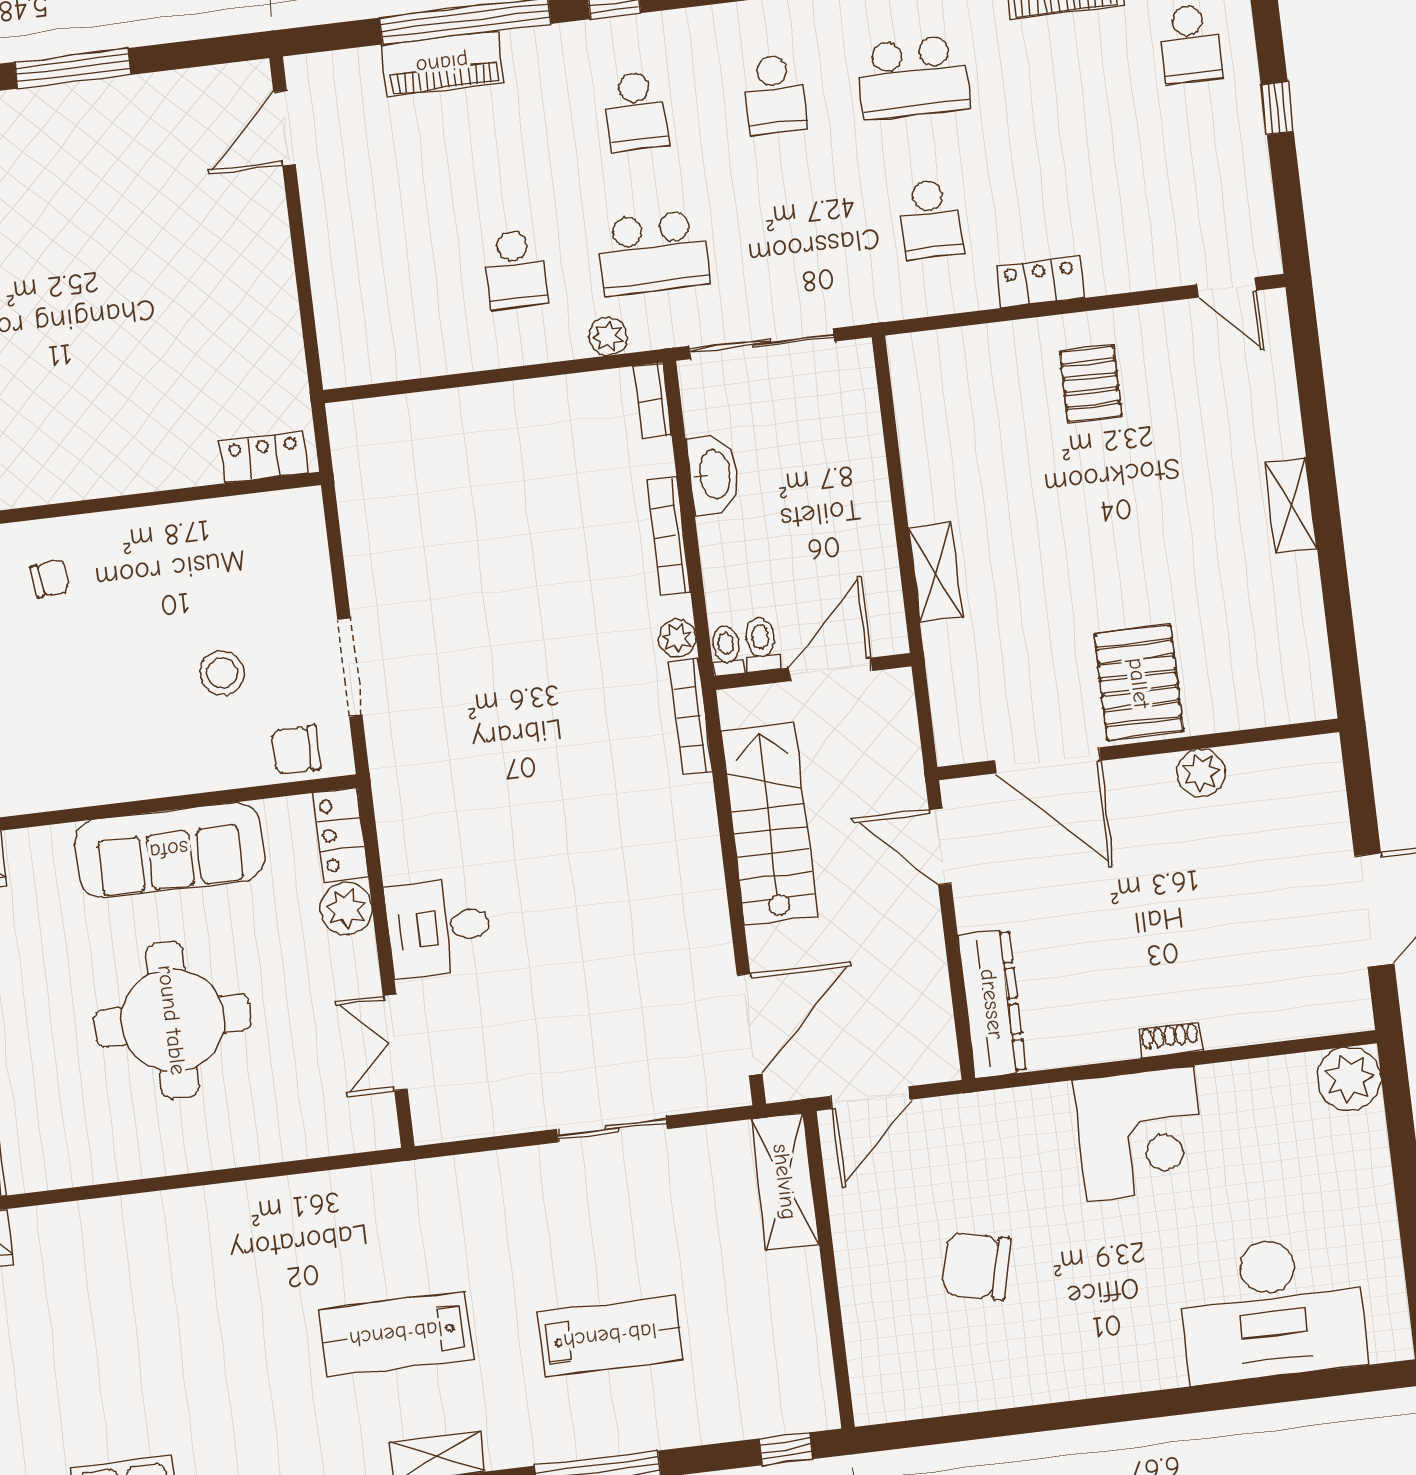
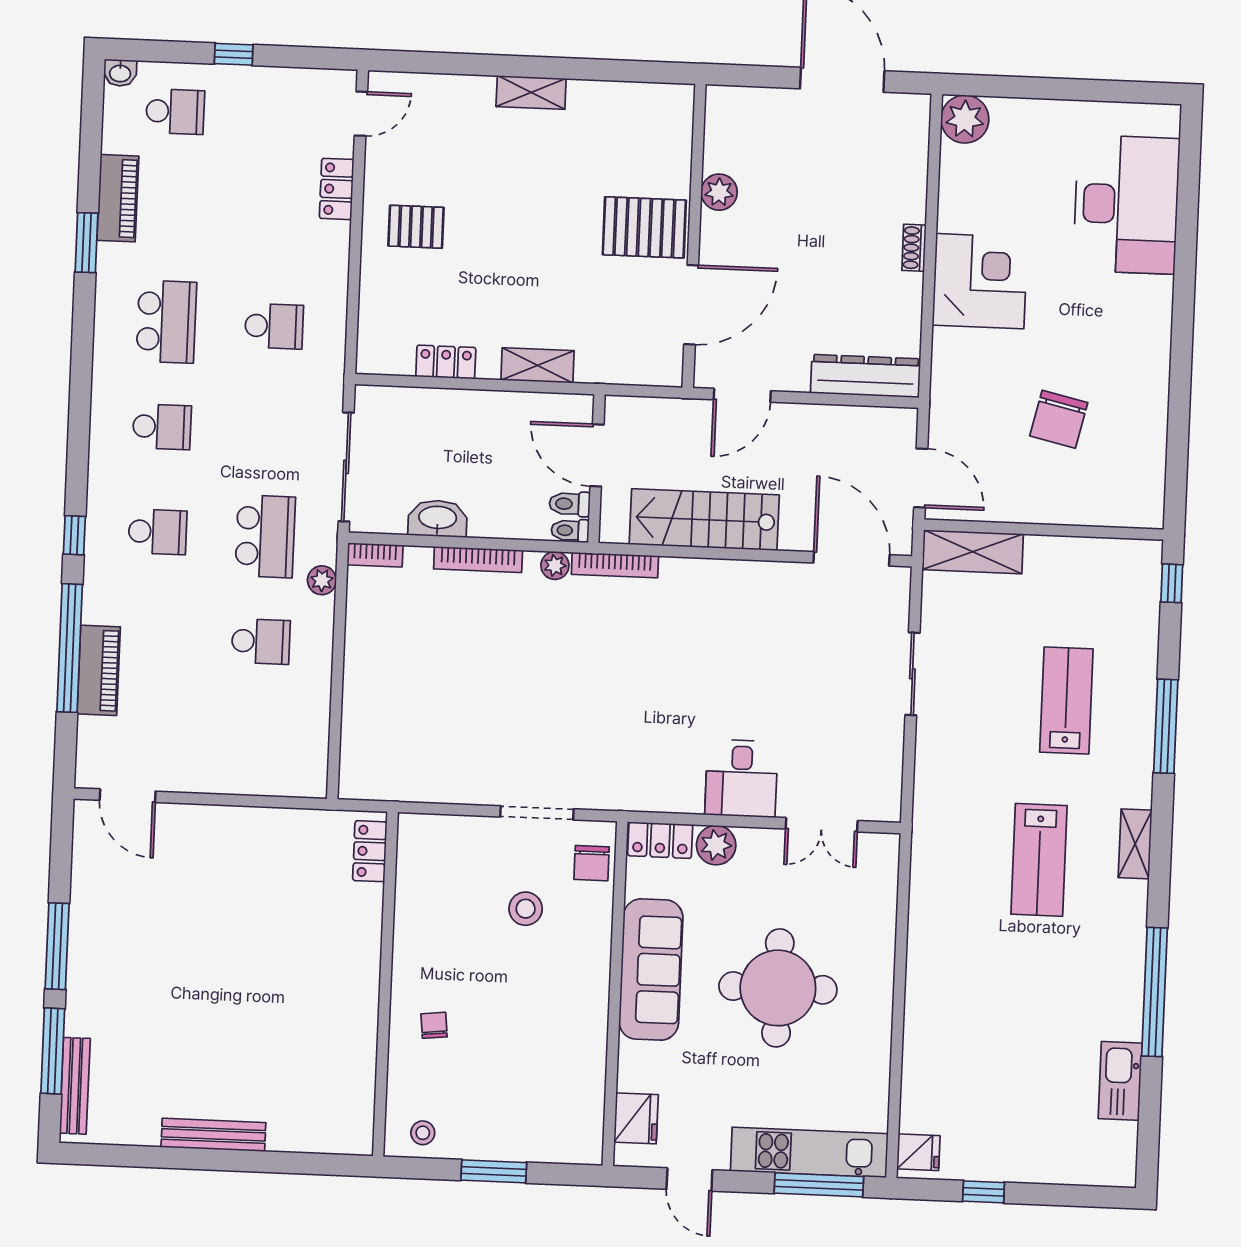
locker: (1040, 282) -> (337, 189), moved
locker: (920, 452) -> (446, 362), added

